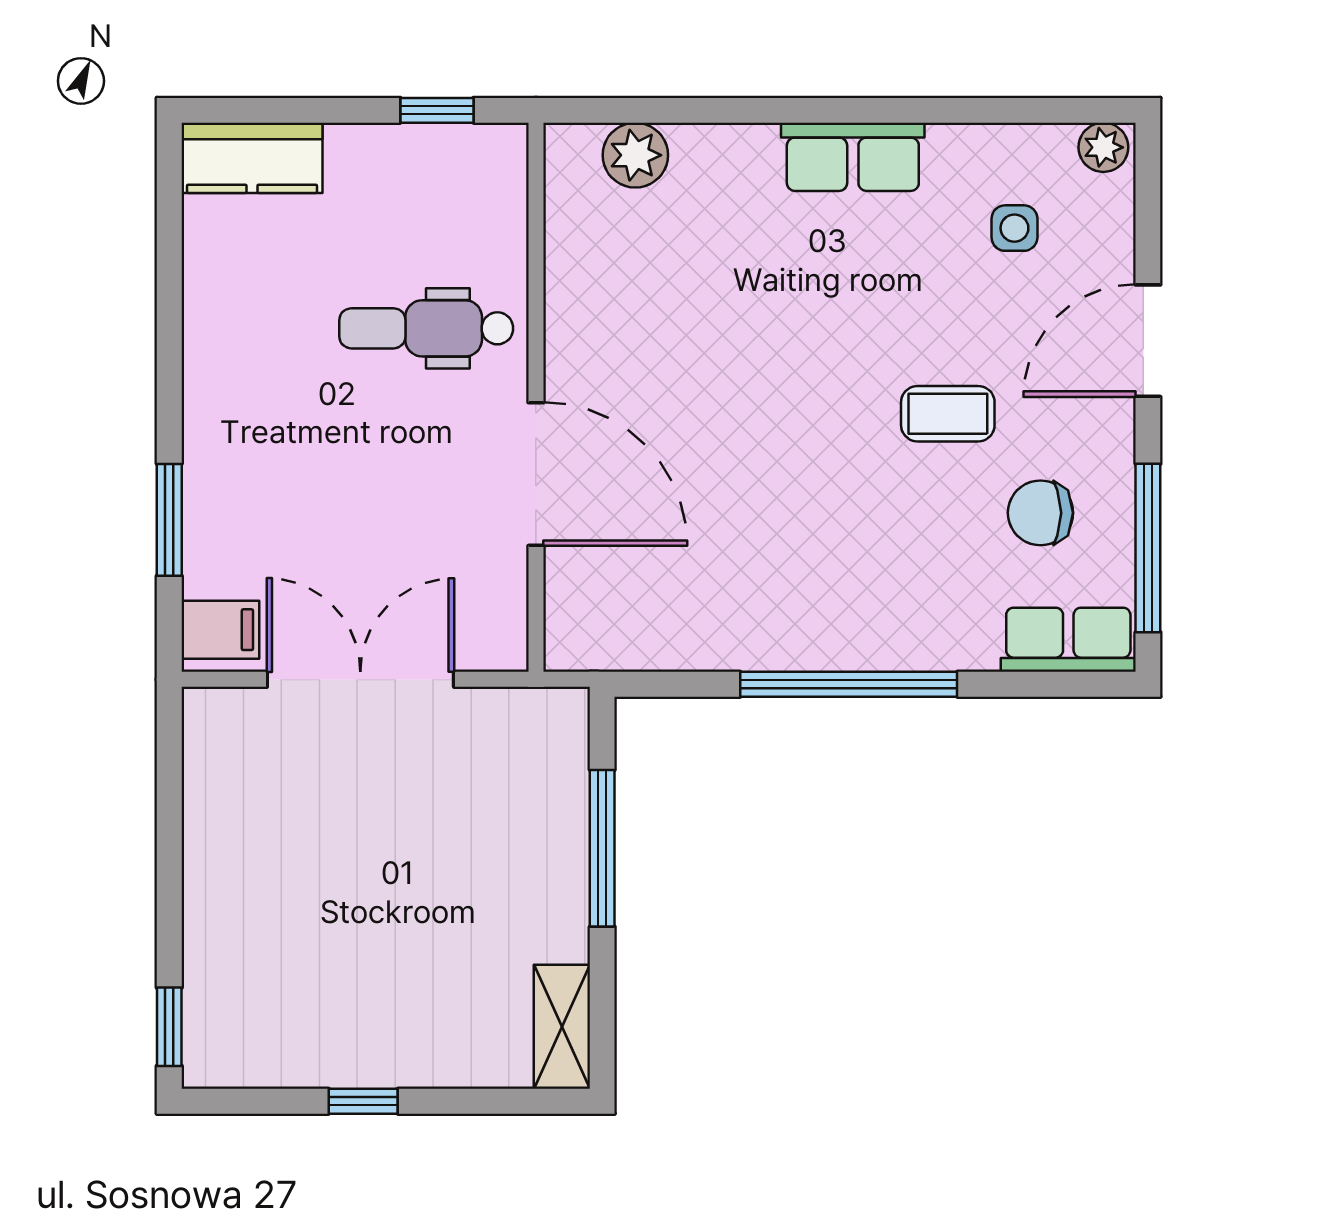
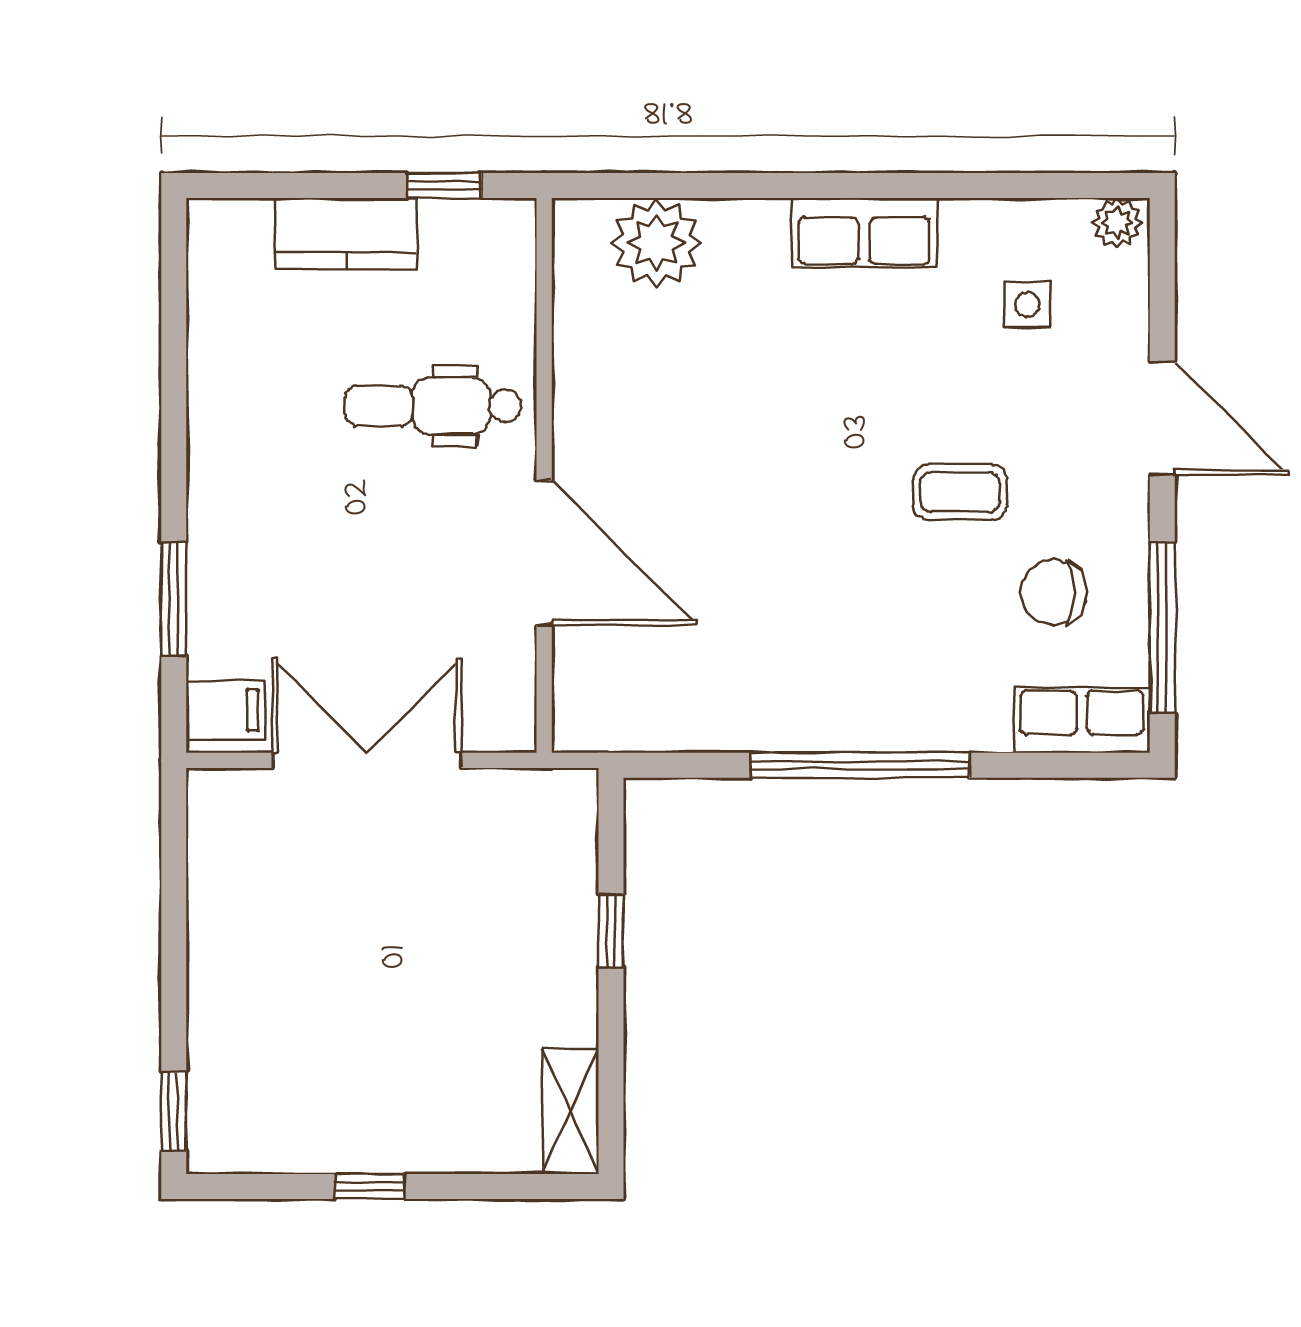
plant: (635, 155) -> (656, 243), width x1.36, depth x1.36
kitchen counter: (252, 158) -> (346, 234), moved
door: (1148, 341) -> (1162, 418), swing flipped
window: (602, 848) -> (611, 931), width x0.46

